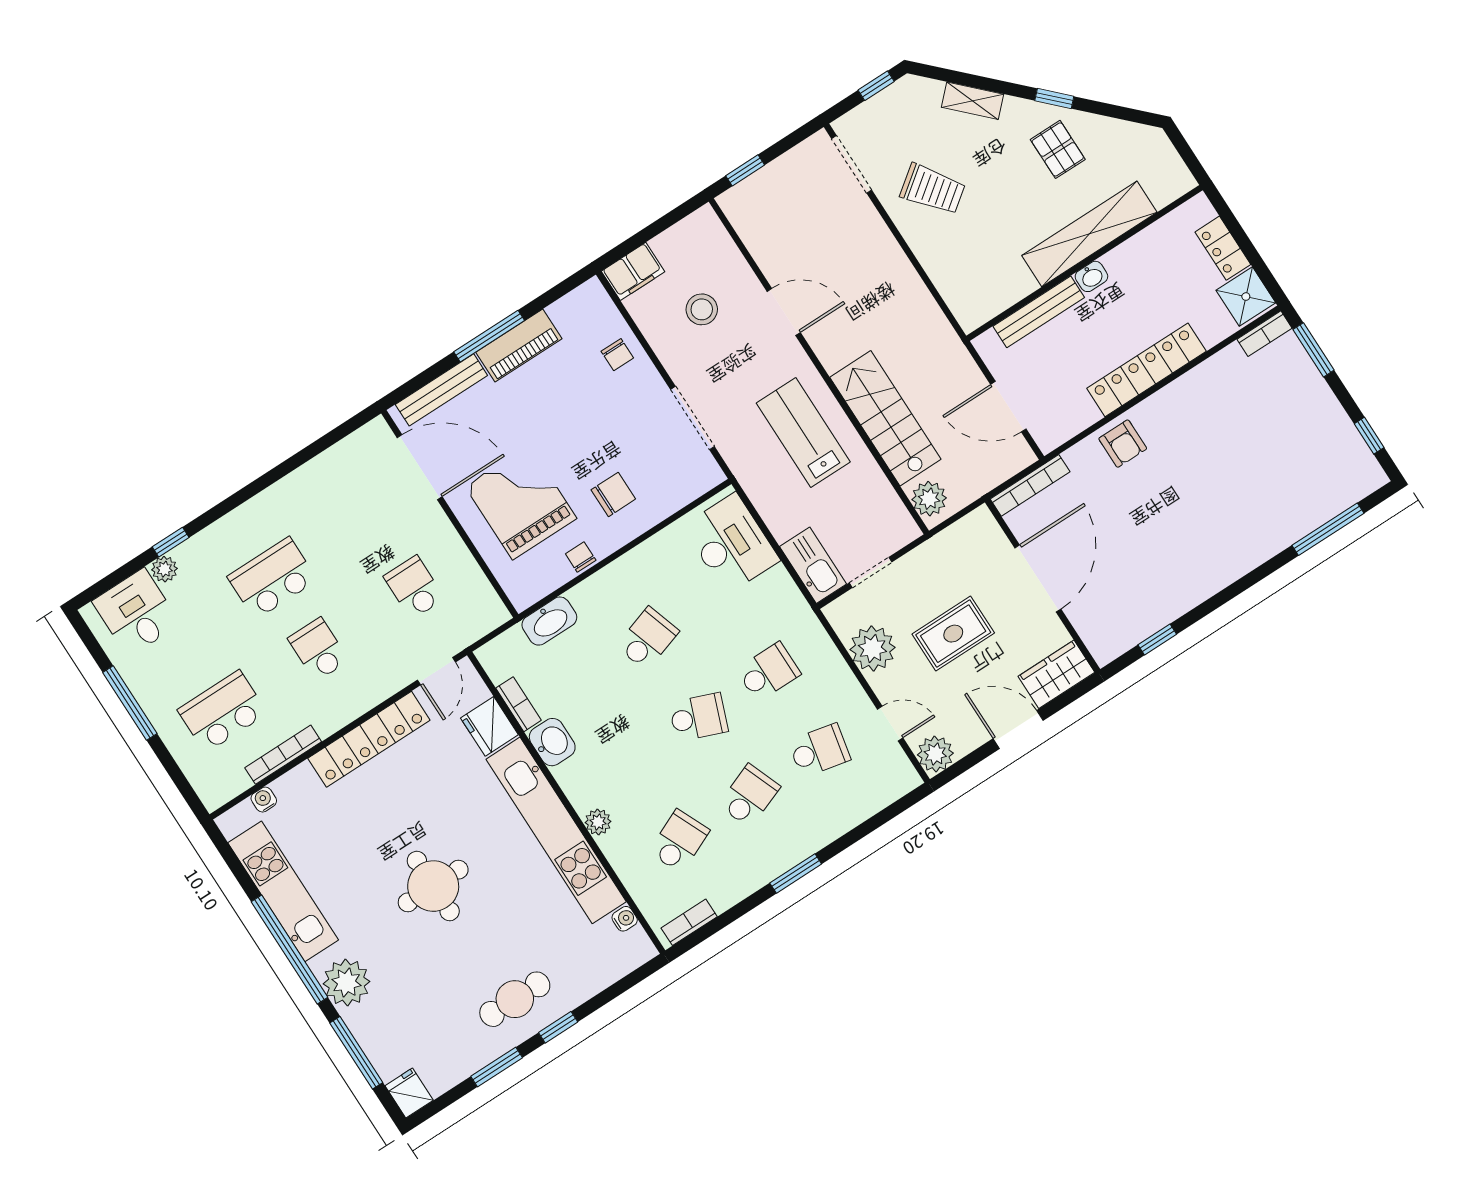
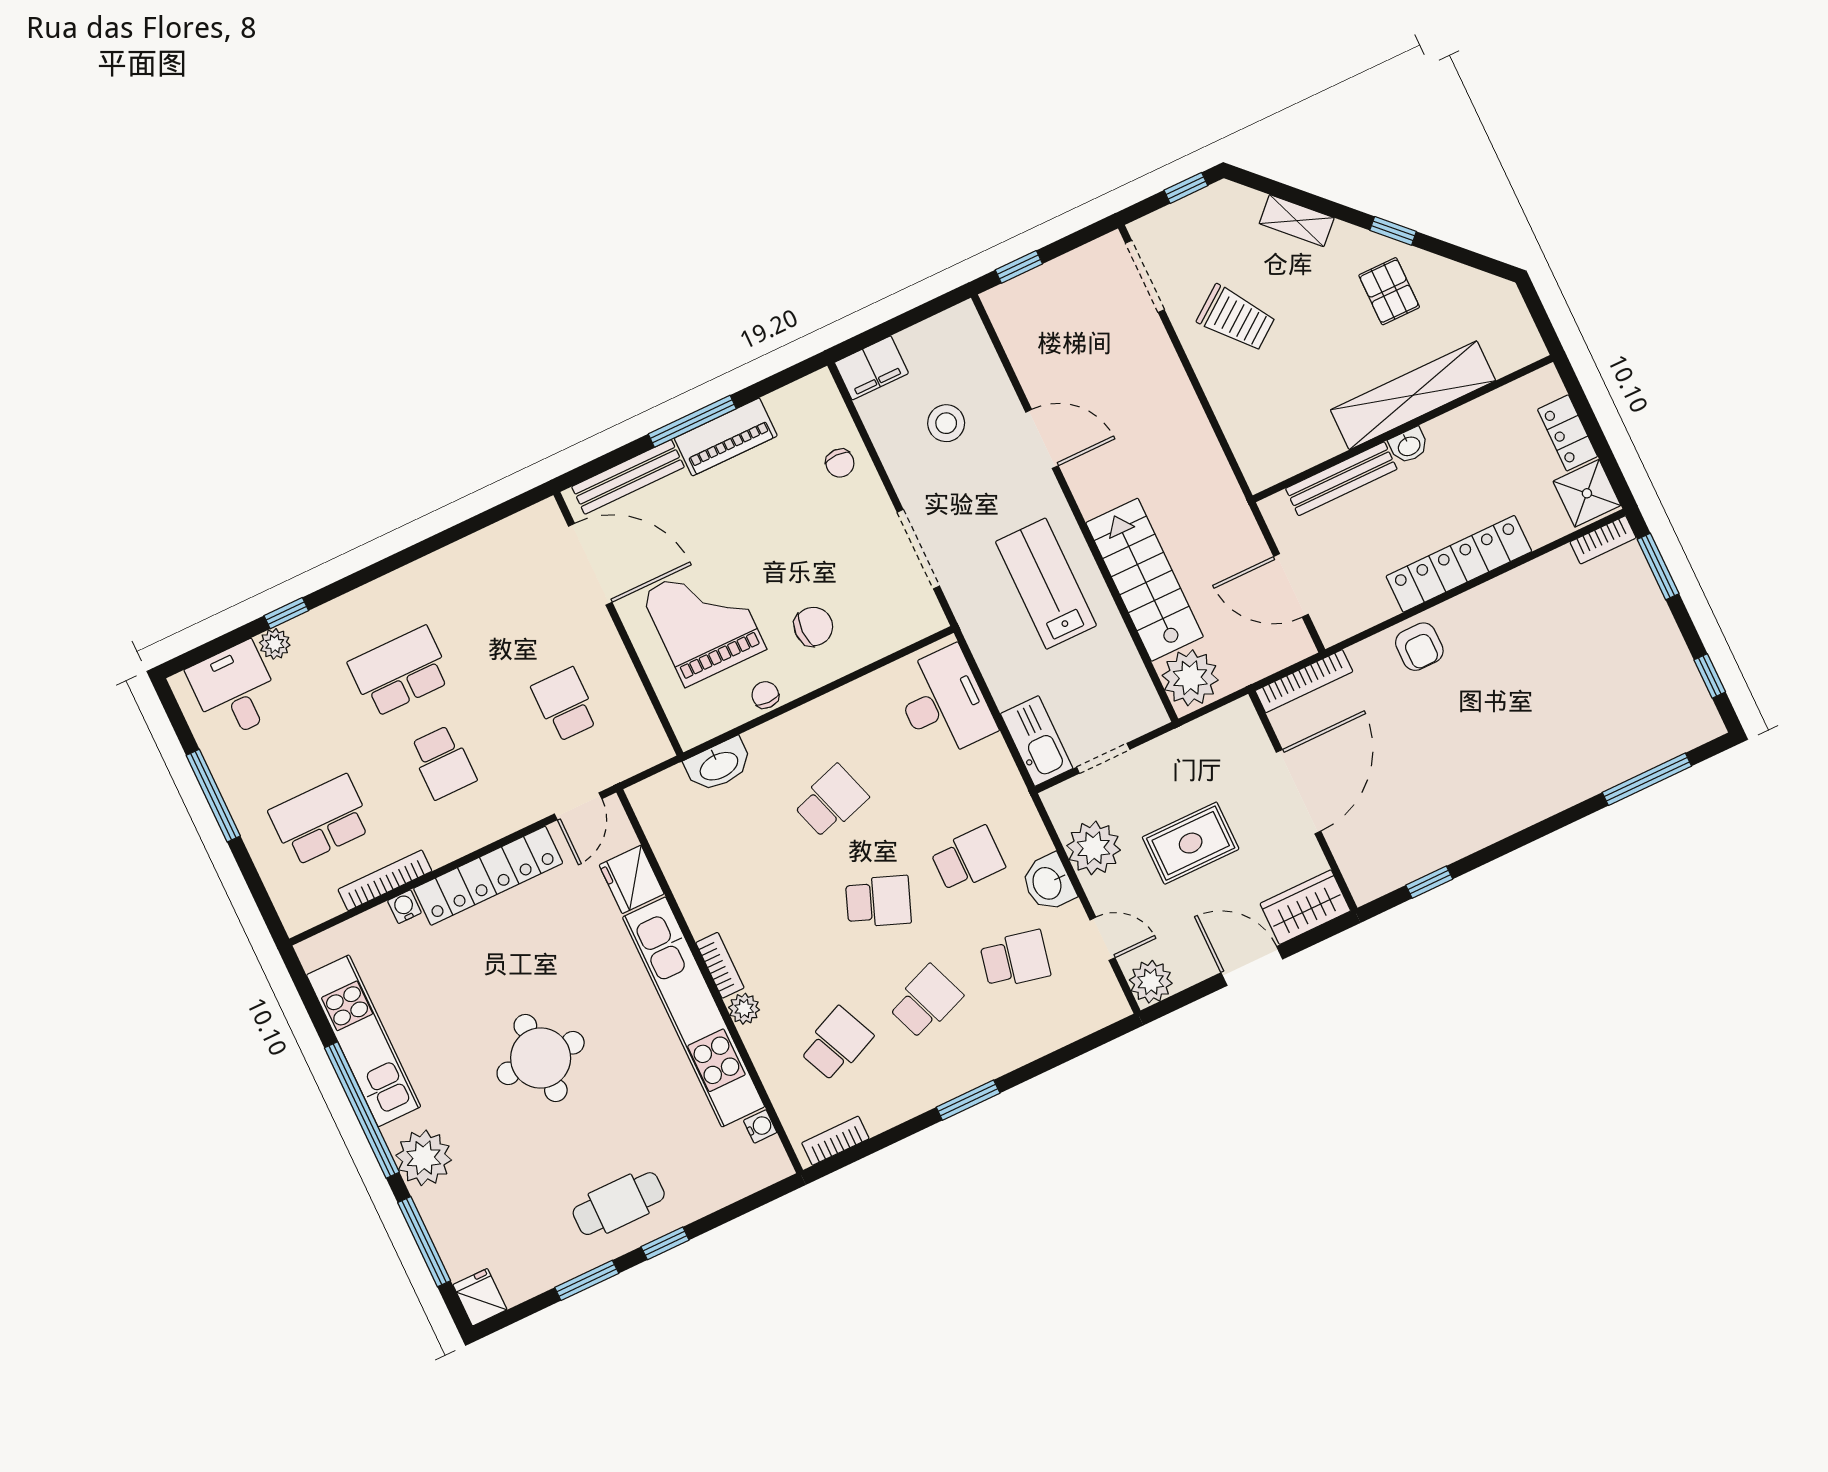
plant: (929, 499) -> (1190, 678), width x1.36, depth x1.36
school desk: (318, 649) -> (443, 762), turned 180
bookcase: (518, 704) -> (720, 965), moved
washbasin: (552, 742) -> (1048, 883), moved, turned 180
water cooler: (264, 800) -> (404, 907), moved

